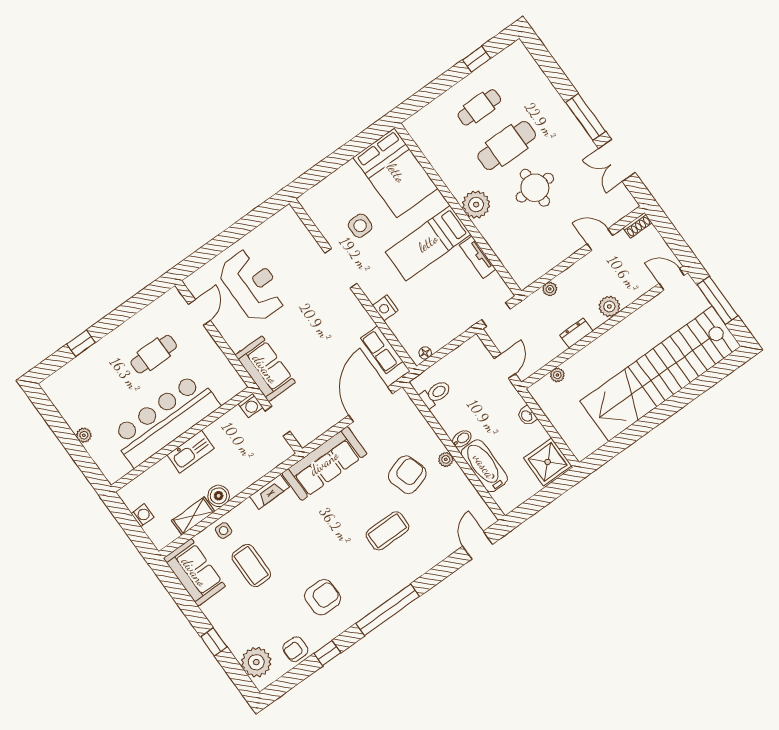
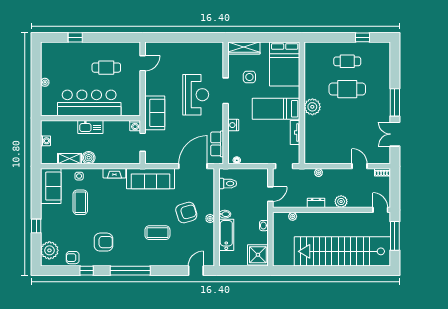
round table: (535, 188) -> (346, 119), removed
wardrobe: (324, 191) -> (244, 48), added
reception desk: (252, 285) -> (196, 95), moved

